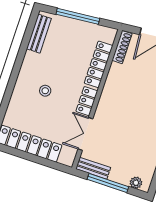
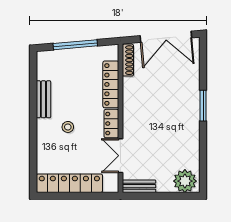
bench: (39, 34) -> (43, 99), moved
window: (108, 183) -> (158, 196), removed
plant: (136, 183) -> (185, 181), width x1.87, depth x1.87

